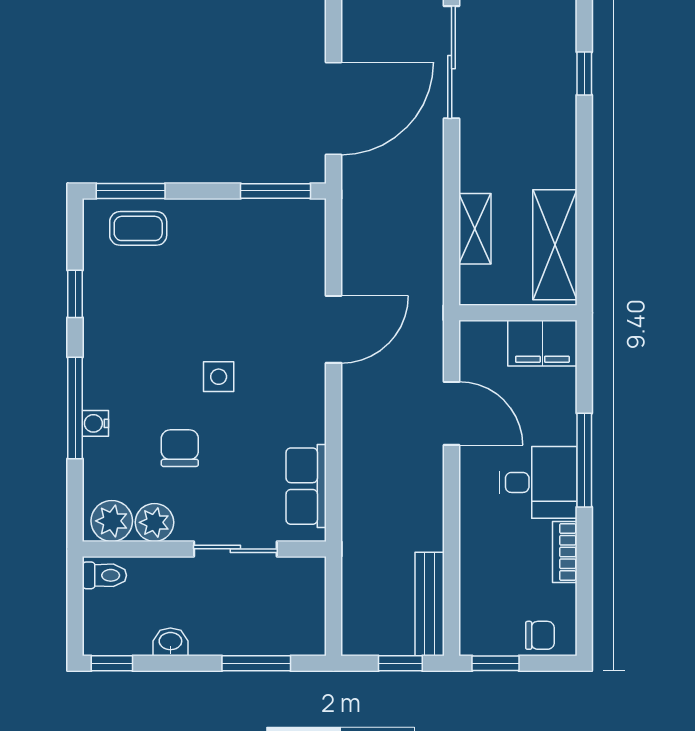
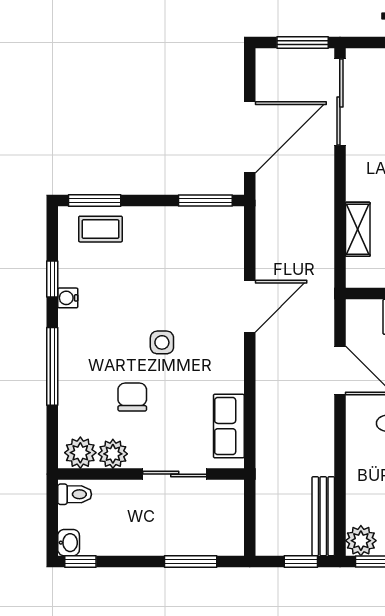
water cooler: (95, 423) -> (68, 298), moved
plant: (479, 636) -> (361, 541), added
washbasin: (170, 642) -> (69, 543), moved, turned 90

